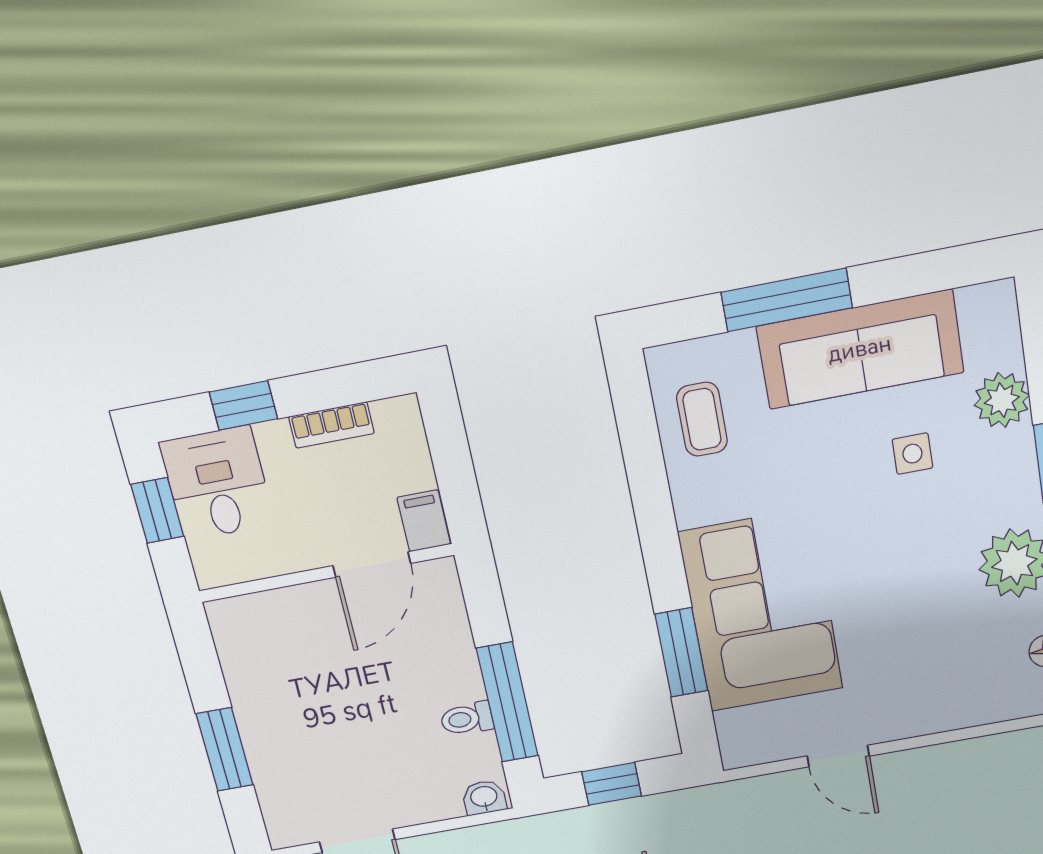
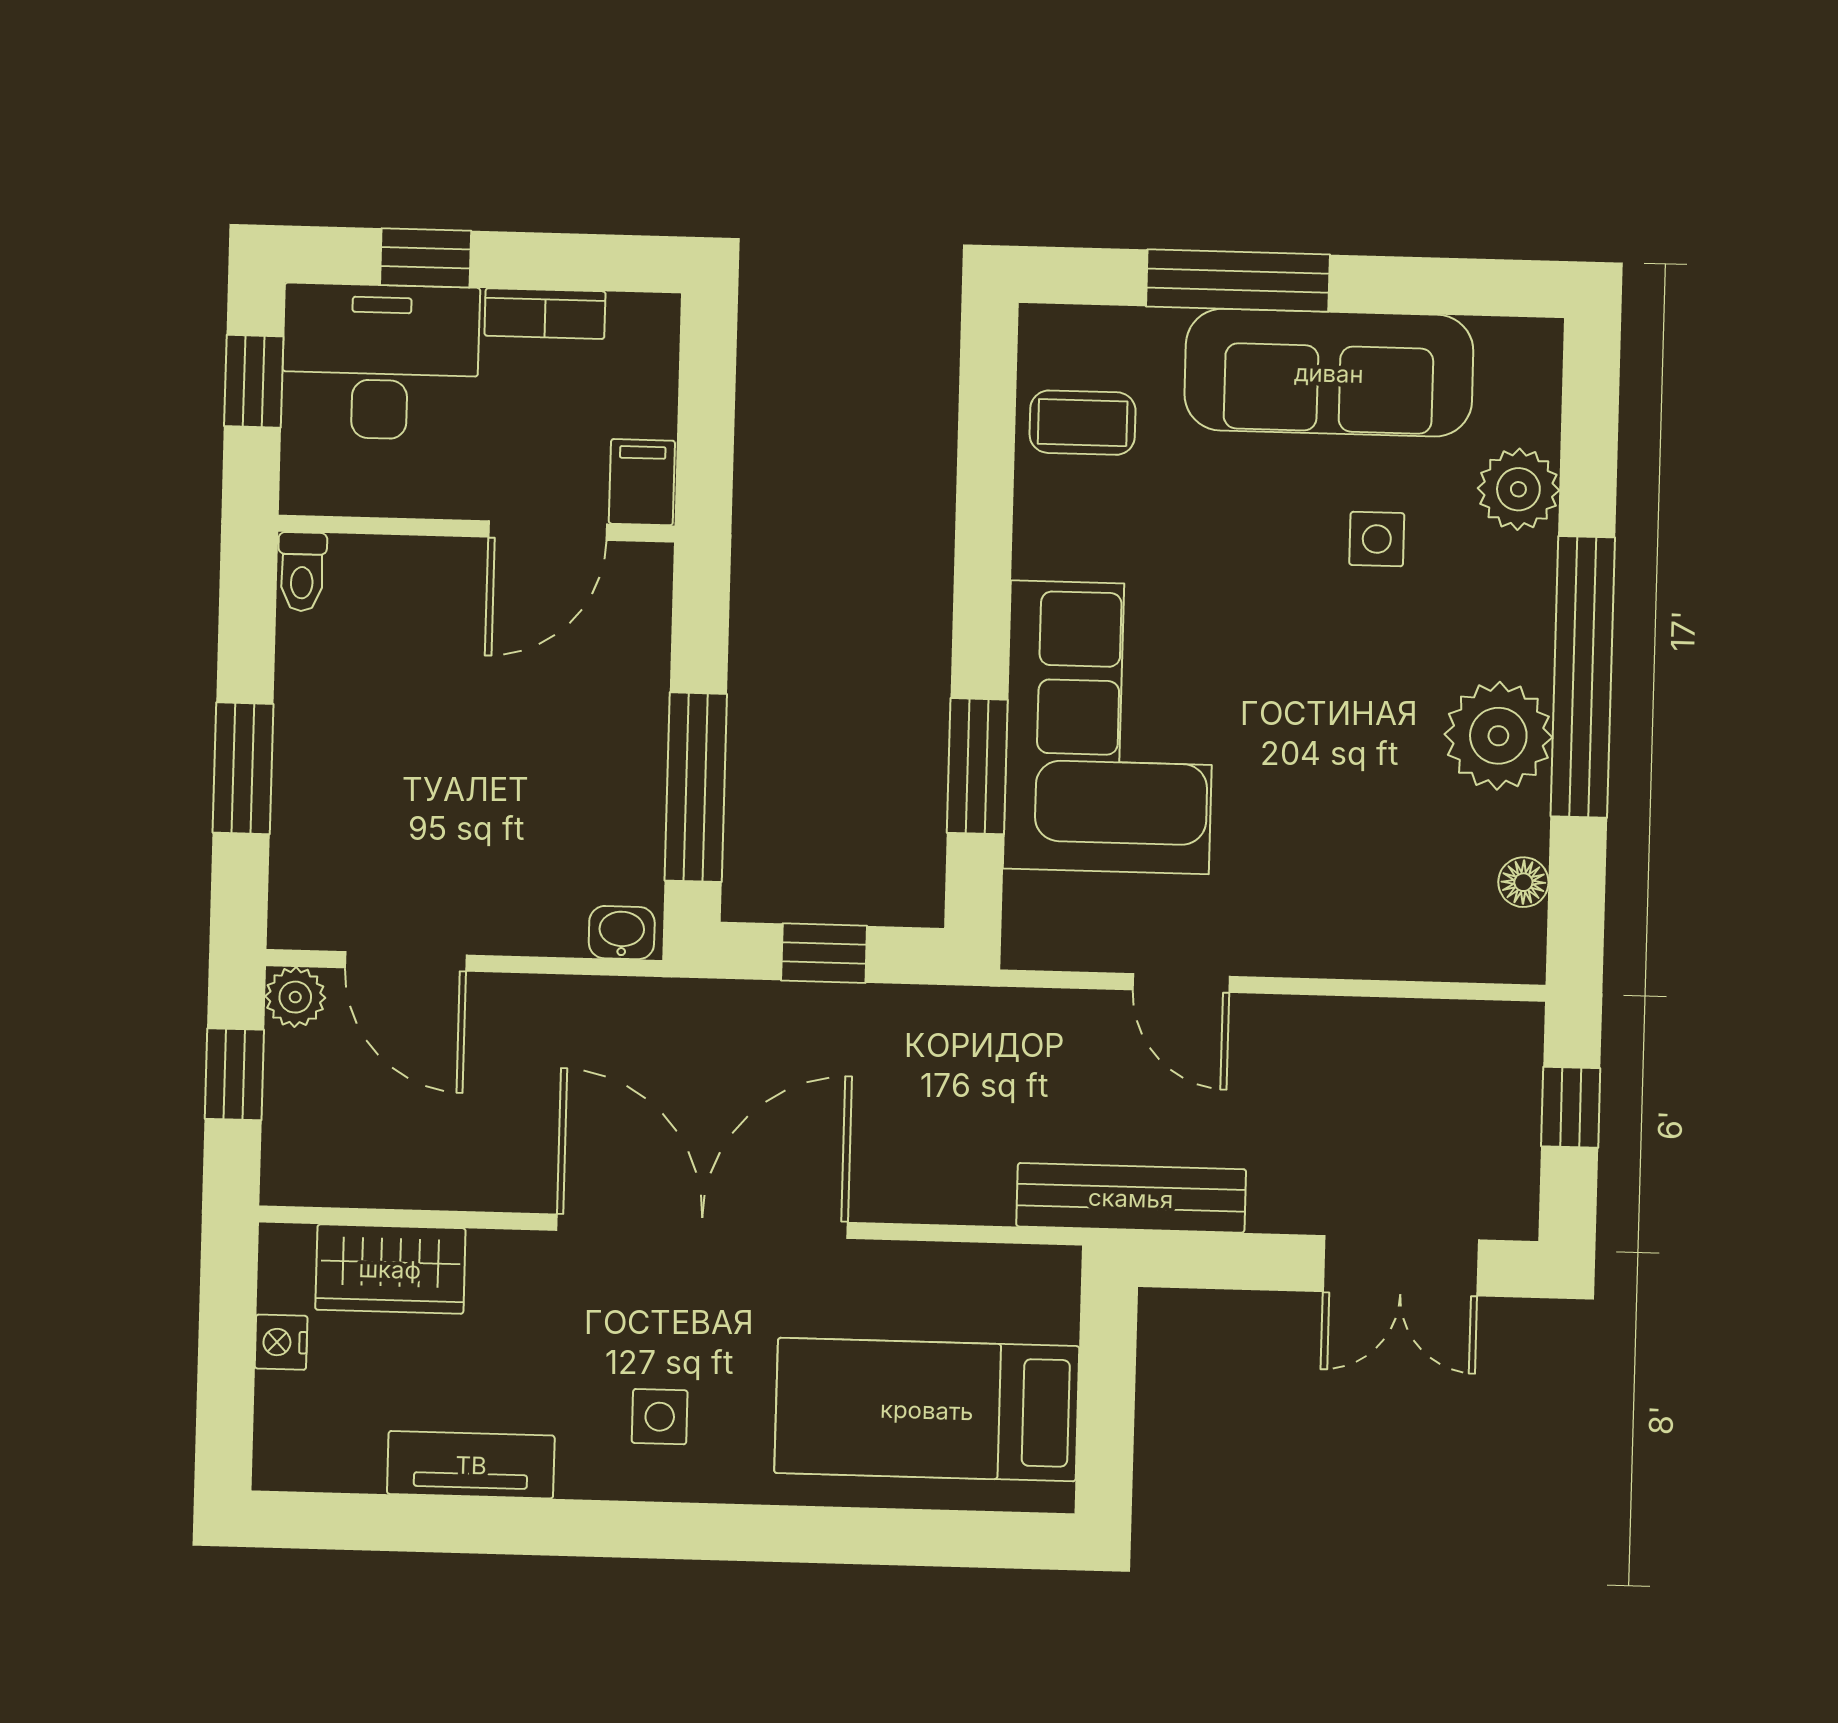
coffee table: (702, 419) -> (1083, 423), turned 90
desk: (217, 483) -> (380, 362), width x1.37
toilet: (467, 719) -> (302, 572), moved, turned -90

